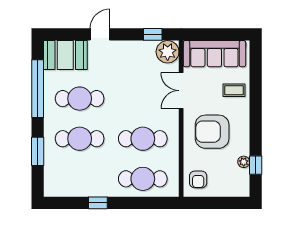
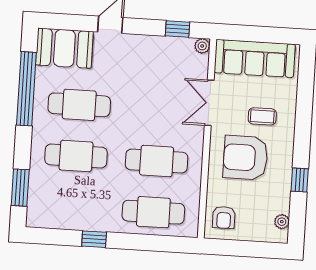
plant: (168, 52) -> (202, 46), width x0.53, depth x0.53
coffee table: (234, 90) -> (262, 116), moved
window: (38, 151) -> (20, 188), moved
plant: (244, 162) -> (282, 222), moved
window: (256, 165) -> (300, 180), moved

